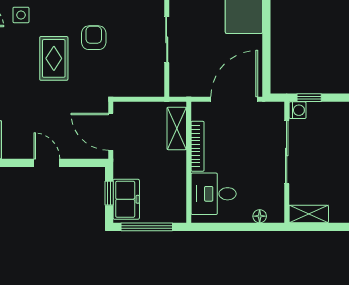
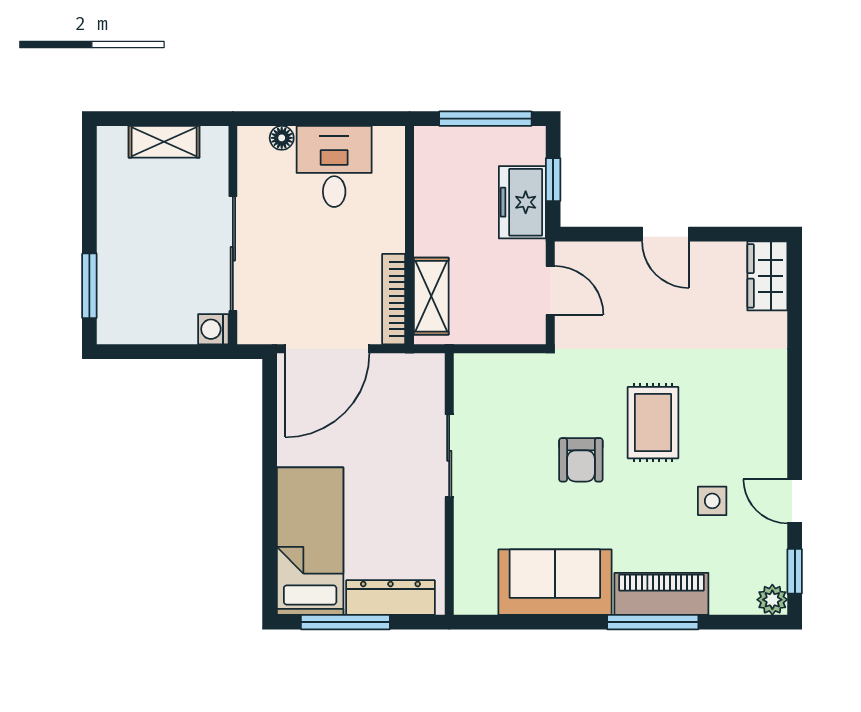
window: (309, 98) -> (192, 352), removed
door: (111, 132) -> (550, 290), width x0.73
bookcase: (198, 146) -> (394, 299), moved
desk: (214, 194) -> (334, 166), moved, turned -90
freezer: (126, 199) -> (522, 202), moved
shelving: (309, 214) -> (164, 142), moved

